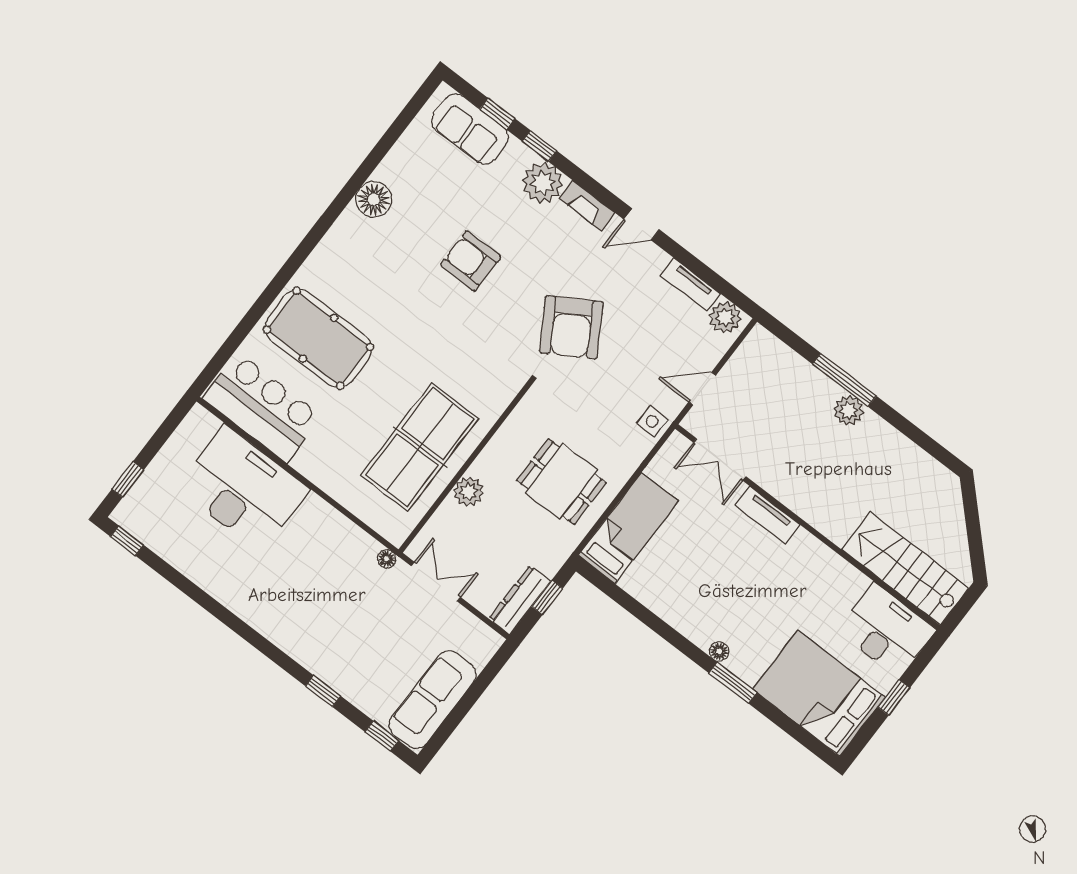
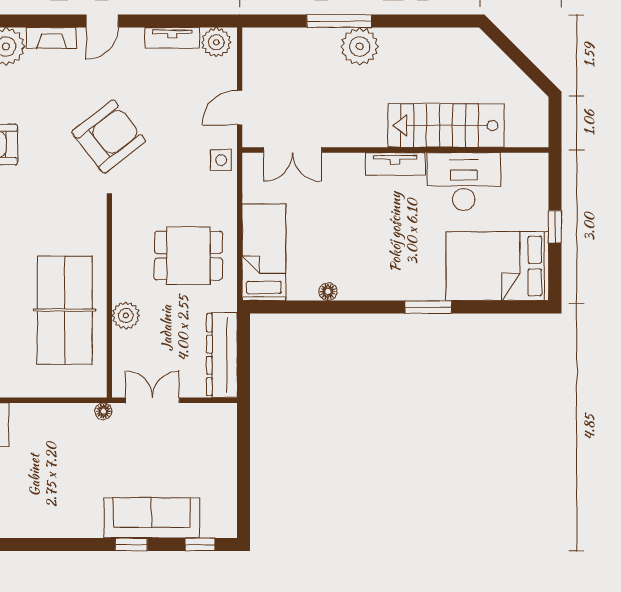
armchair: (571, 327) -> (109, 137), turned -97
plant: (848, 411) -> (360, 46), width x1.36, depth x1.36
tv unit: (768, 515) -> (395, 164), moved
stairs: (905, 568) -> (446, 126), moved
window: (547, 597) -> (243, 349), removed
dresser: (520, 600) -> (222, 355), width x1.37, depth x1.24
desk: (887, 630) -> (464, 182), moved
floor lamp: (719, 651) -> (328, 292), moved
sofa: (433, 700) -> (152, 518), moved, turned 90

